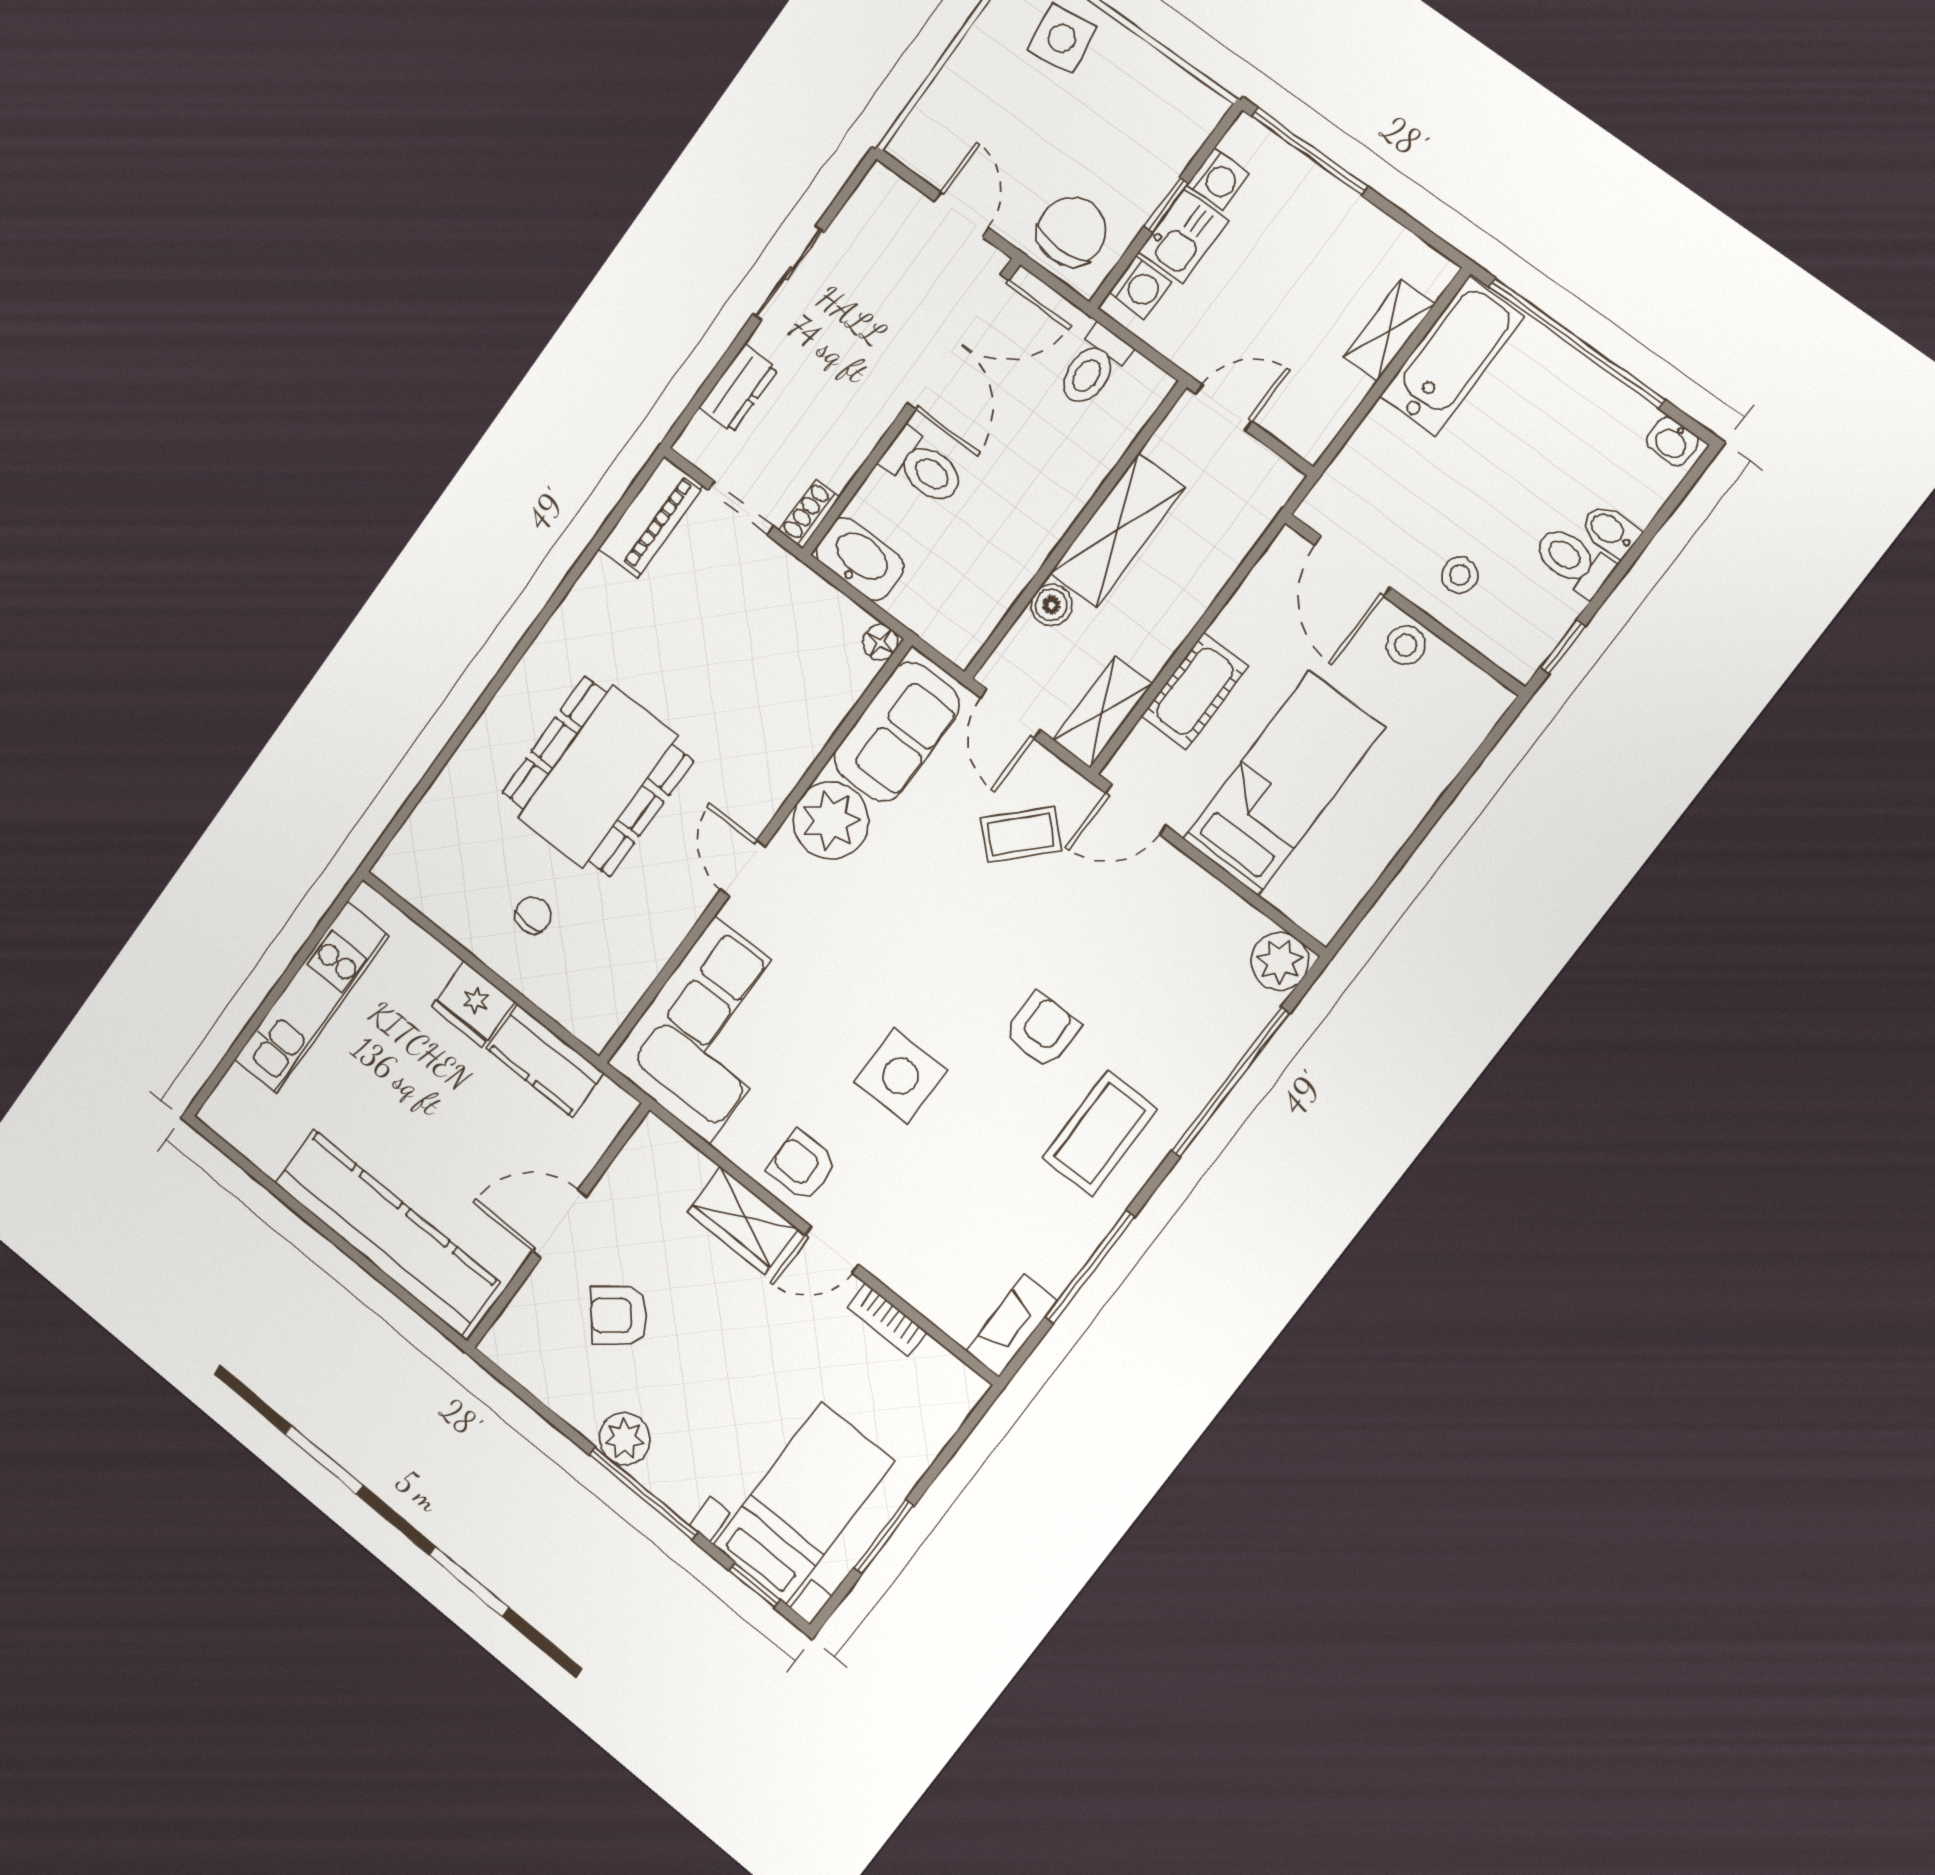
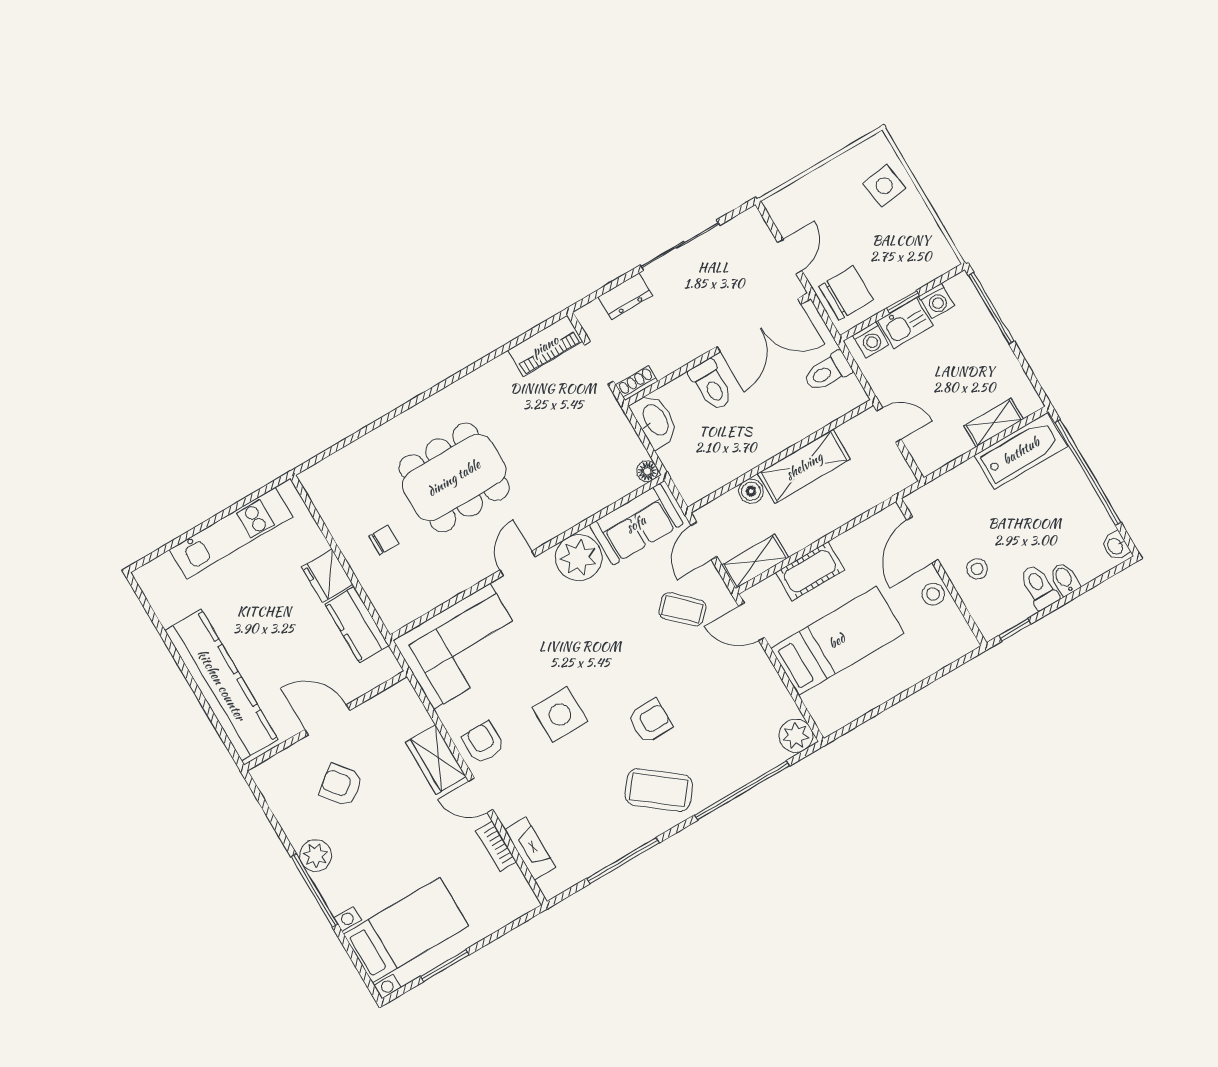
sliding door: (788, 273) -> (680, 245), width x1.37
coffee table: (1100, 1133) -> (659, 790), turned 38
fireplace: (1012, 1326) -> (530, 848), moved, turned 90
window: (754, 1585) -> (358, 965), removed

